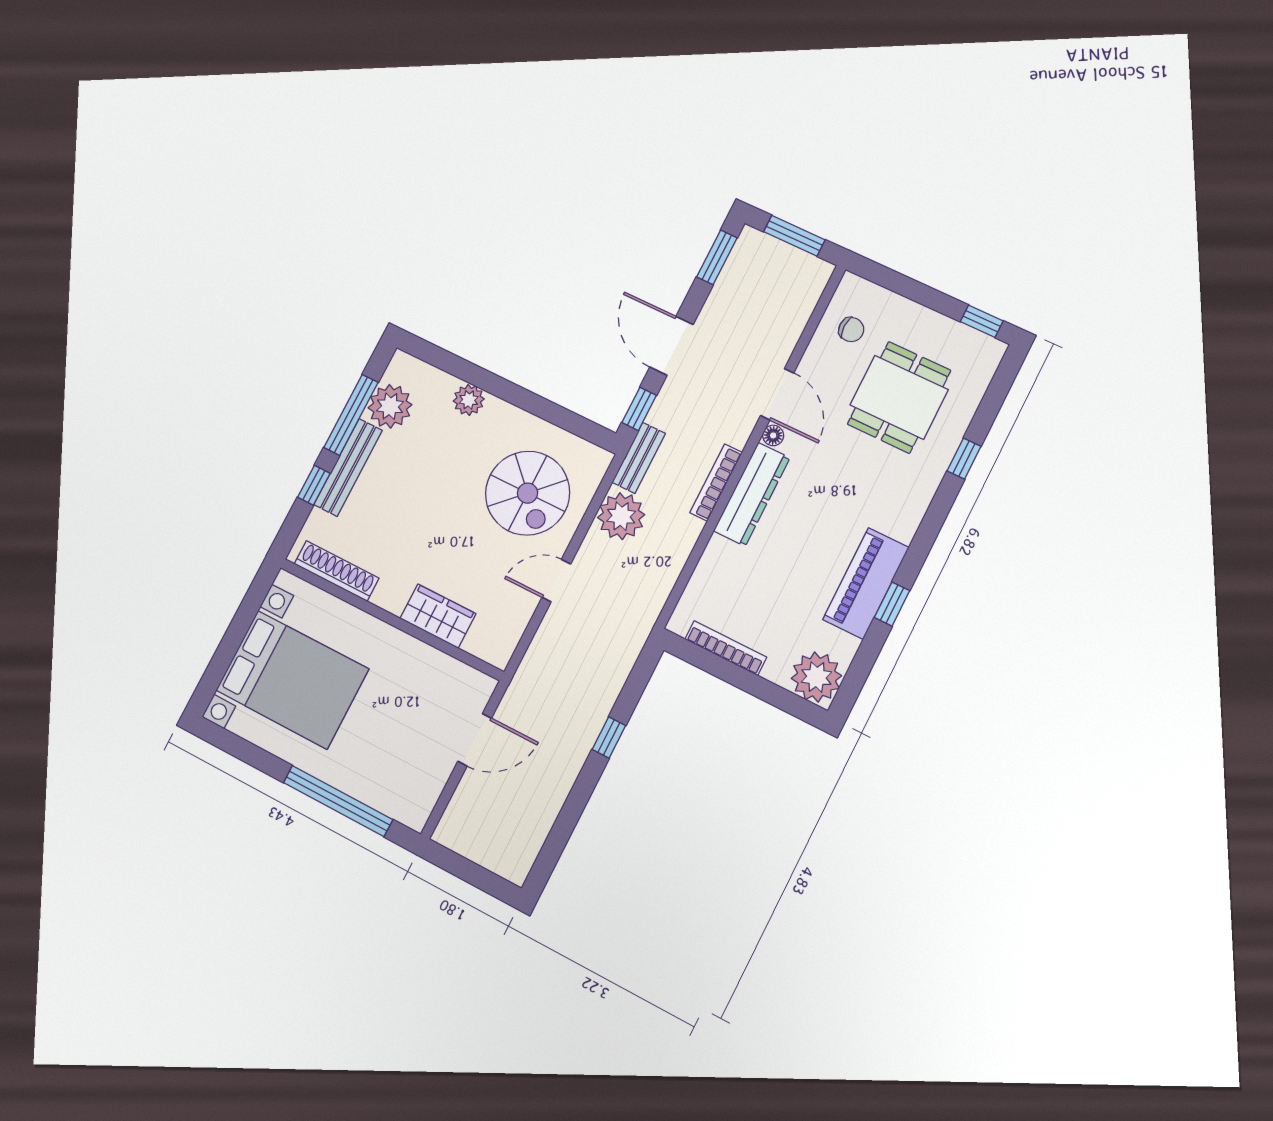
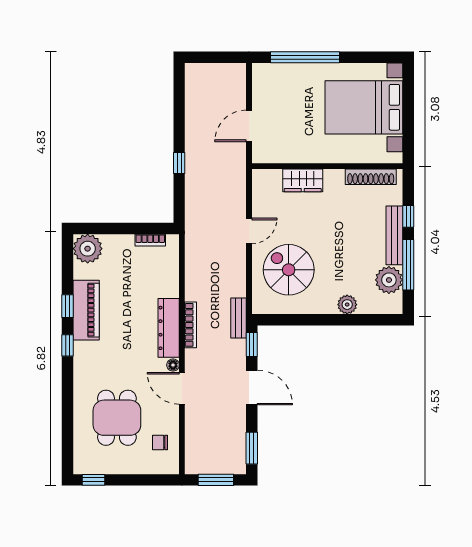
window: (964, 459) -> (67, 345), moved
plant: (621, 516) -> (232, 282), removed
bookcase: (726, 648) -> (150, 240), width x0.64

